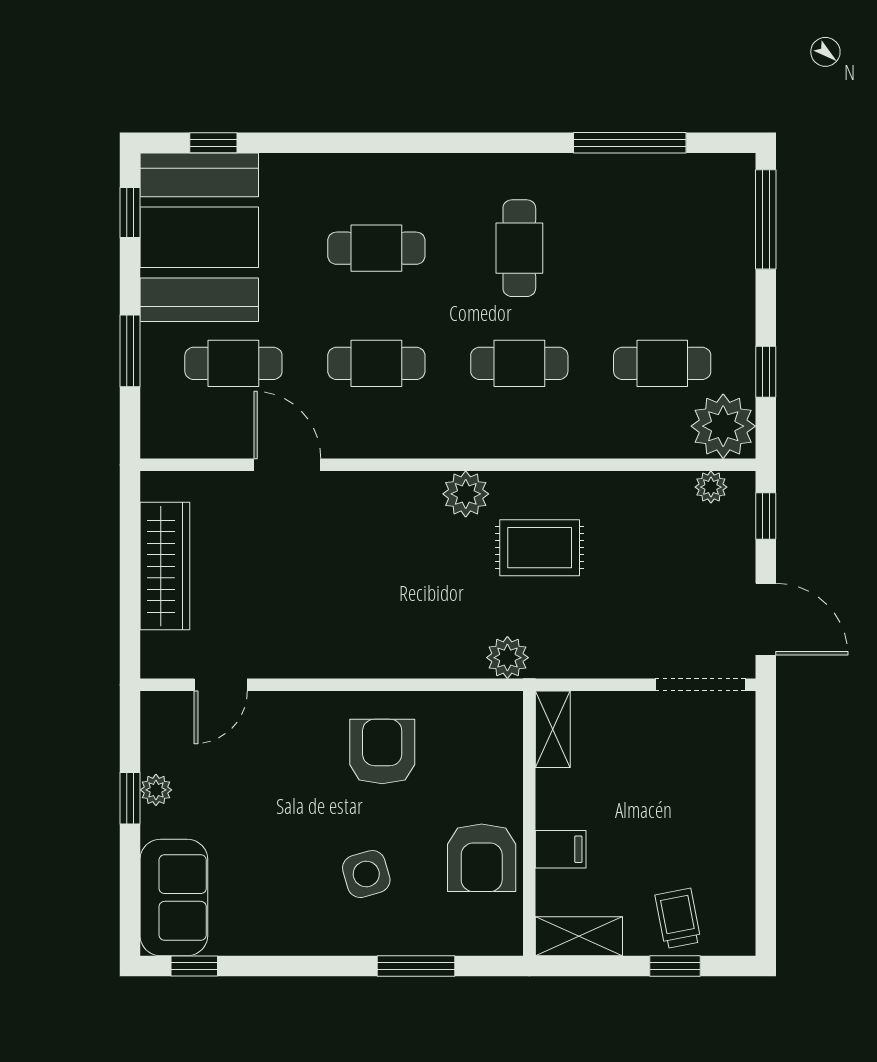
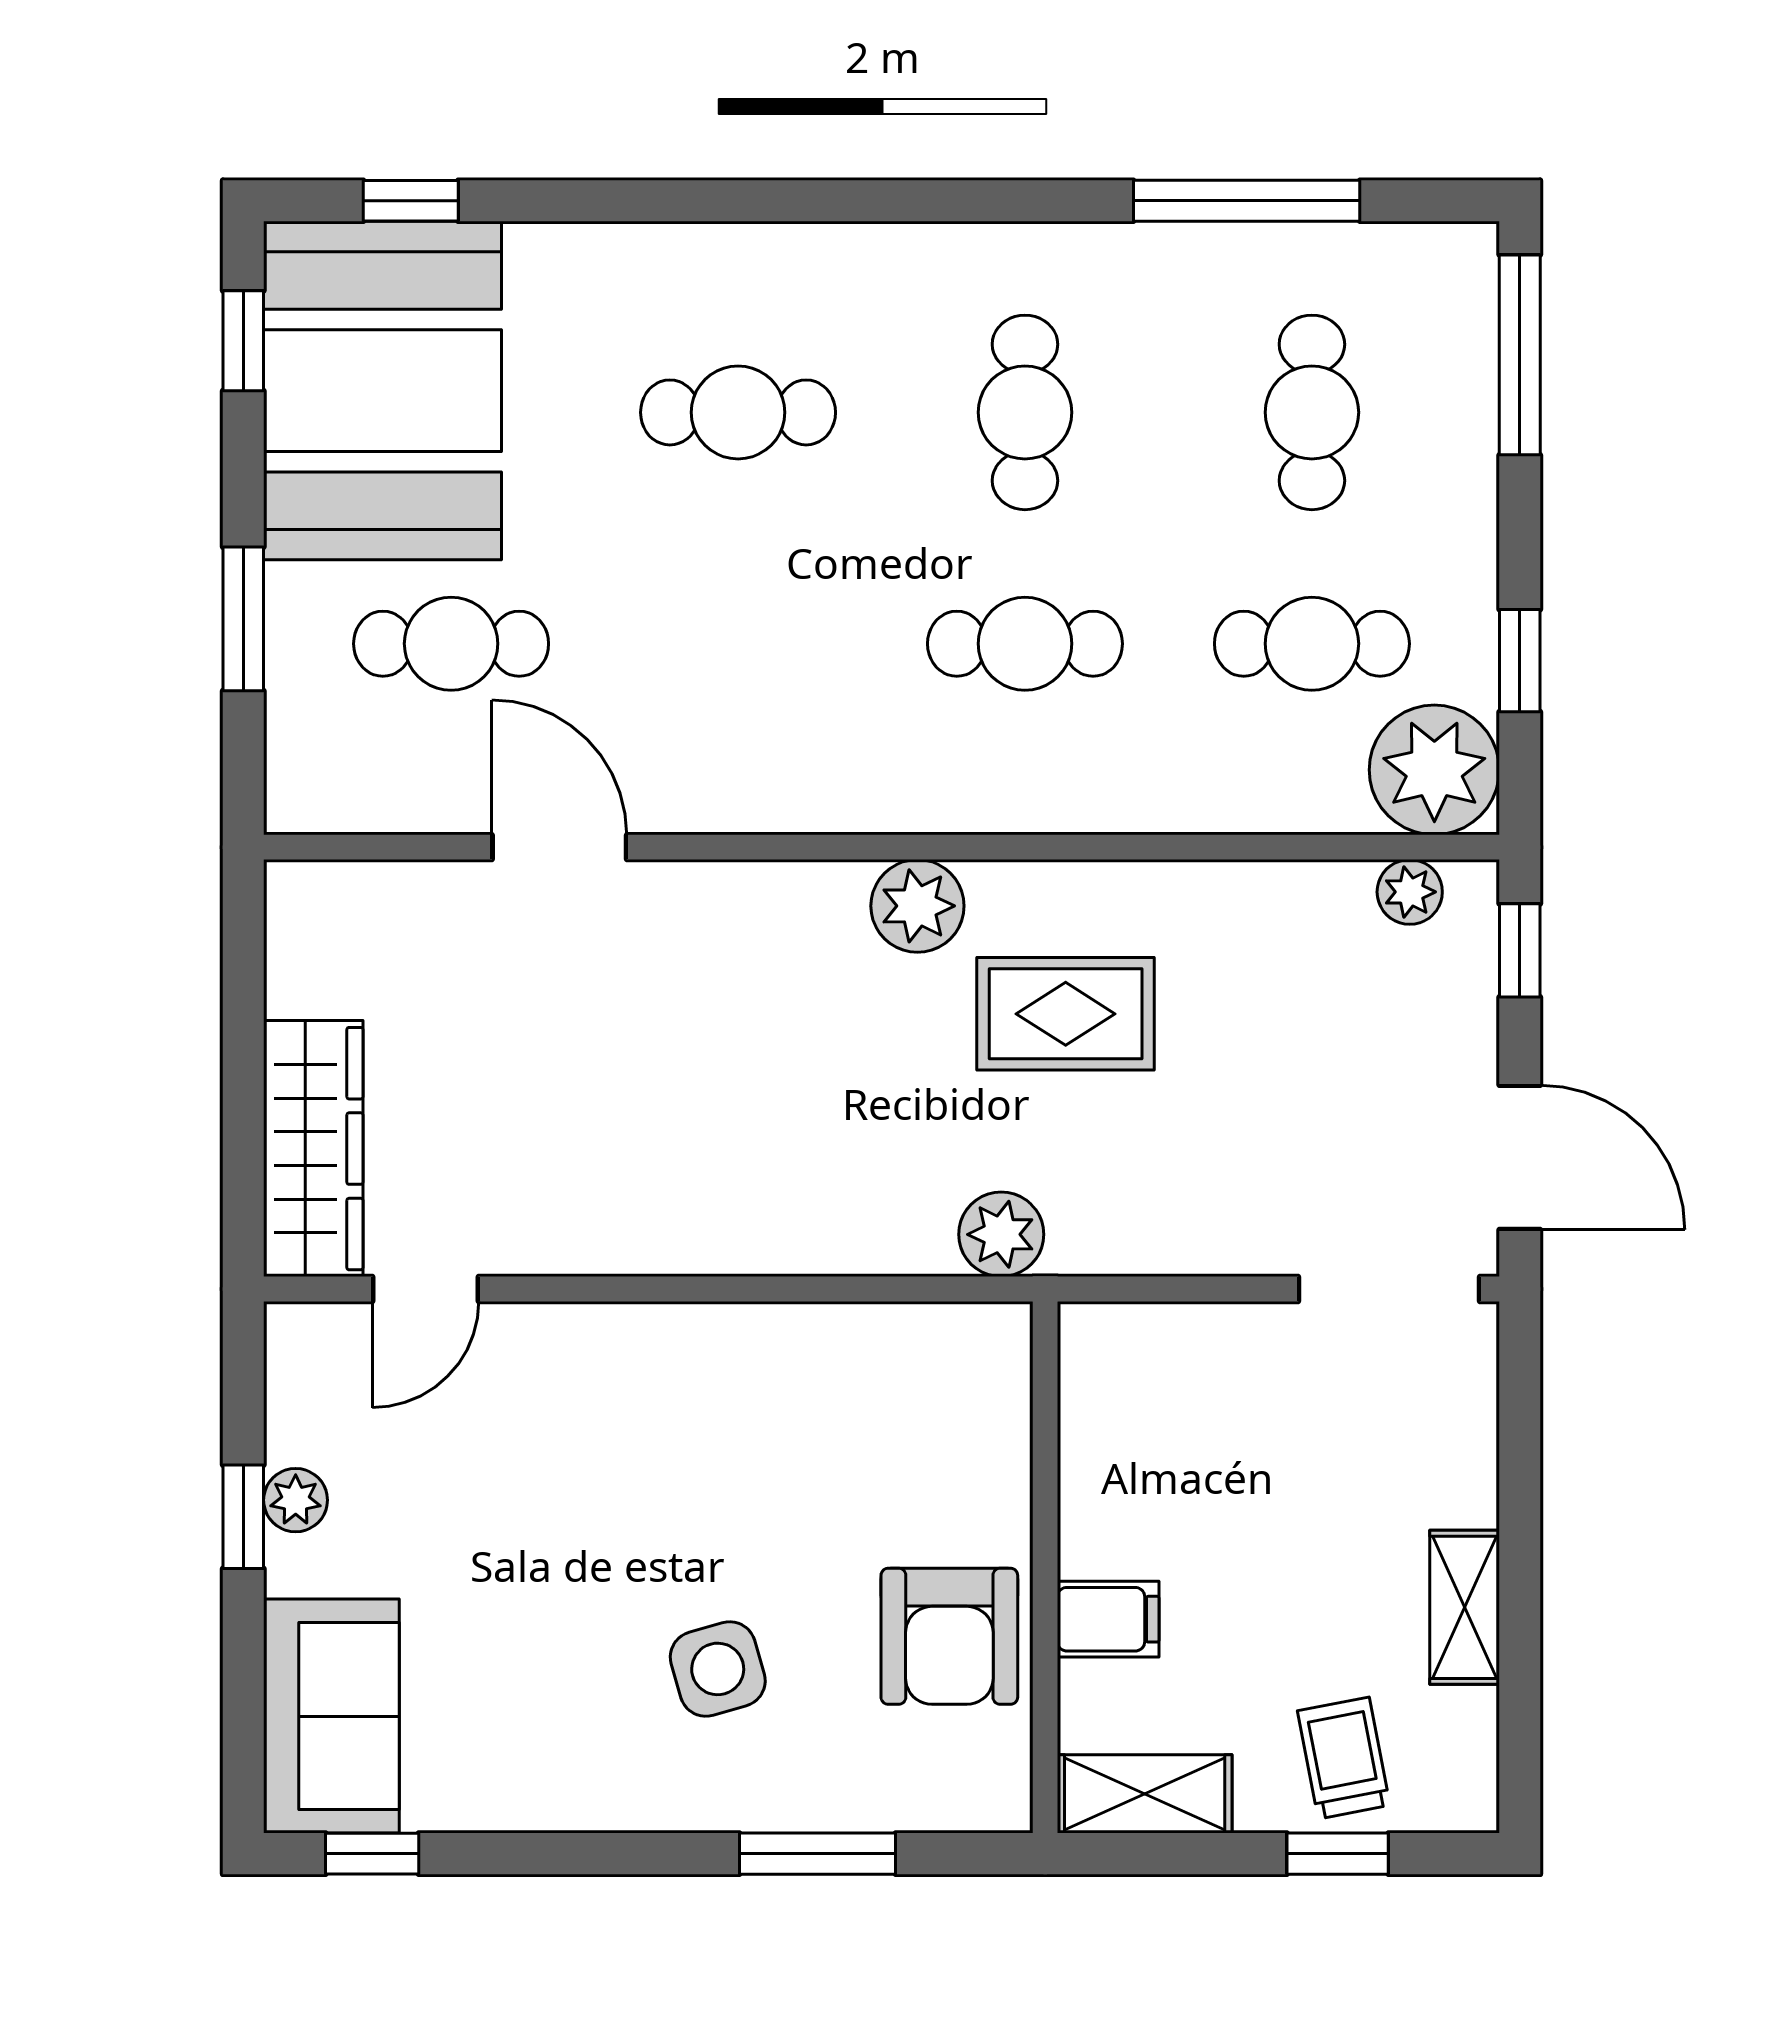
cafe table: (376, 363) -> (1312, 412), moved, turned 90
wardrobe: (165, 566) -> (313, 1149), moved
shelving: (553, 729) -> (1465, 1607), moved
armchair: (382, 752) -> (750, 1423), removed

